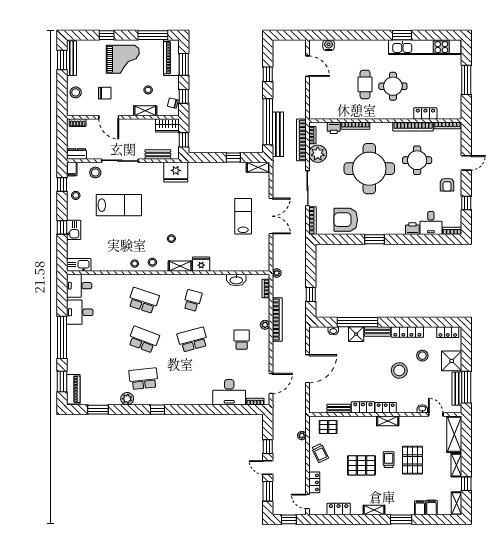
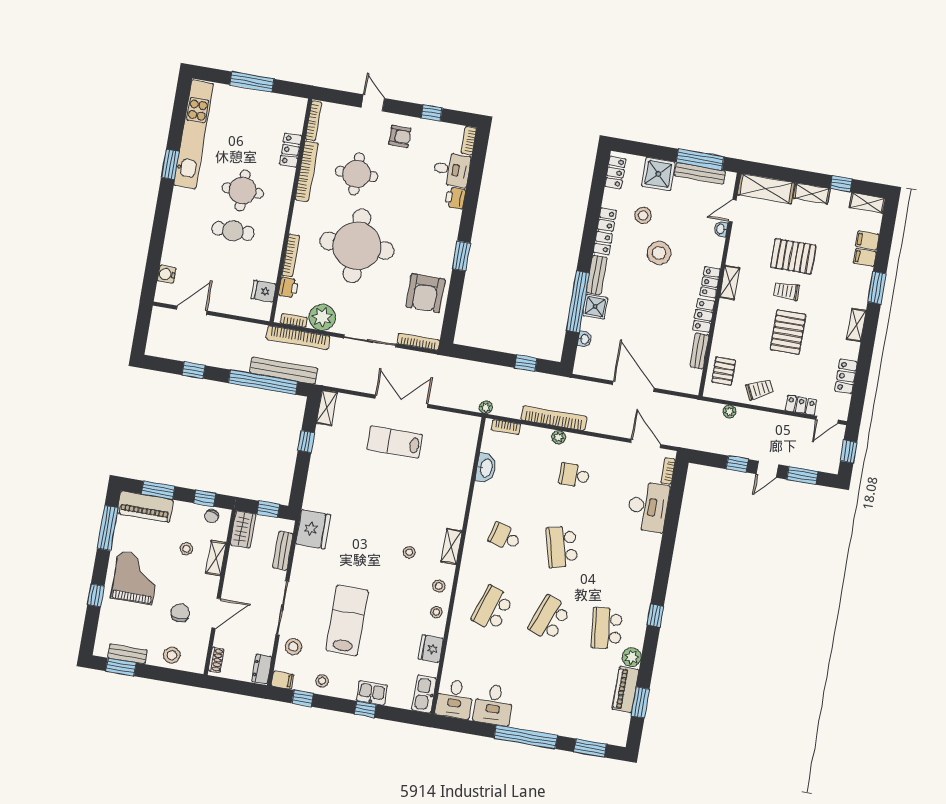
bench: (71, 58) -> (127, 654), width x0.73
fridge: (328, 112) -> (264, 291), added
fridge: (201, 264) -> (431, 649), moved
piano: (73, 389) -> (626, 689), moved, turned -90

